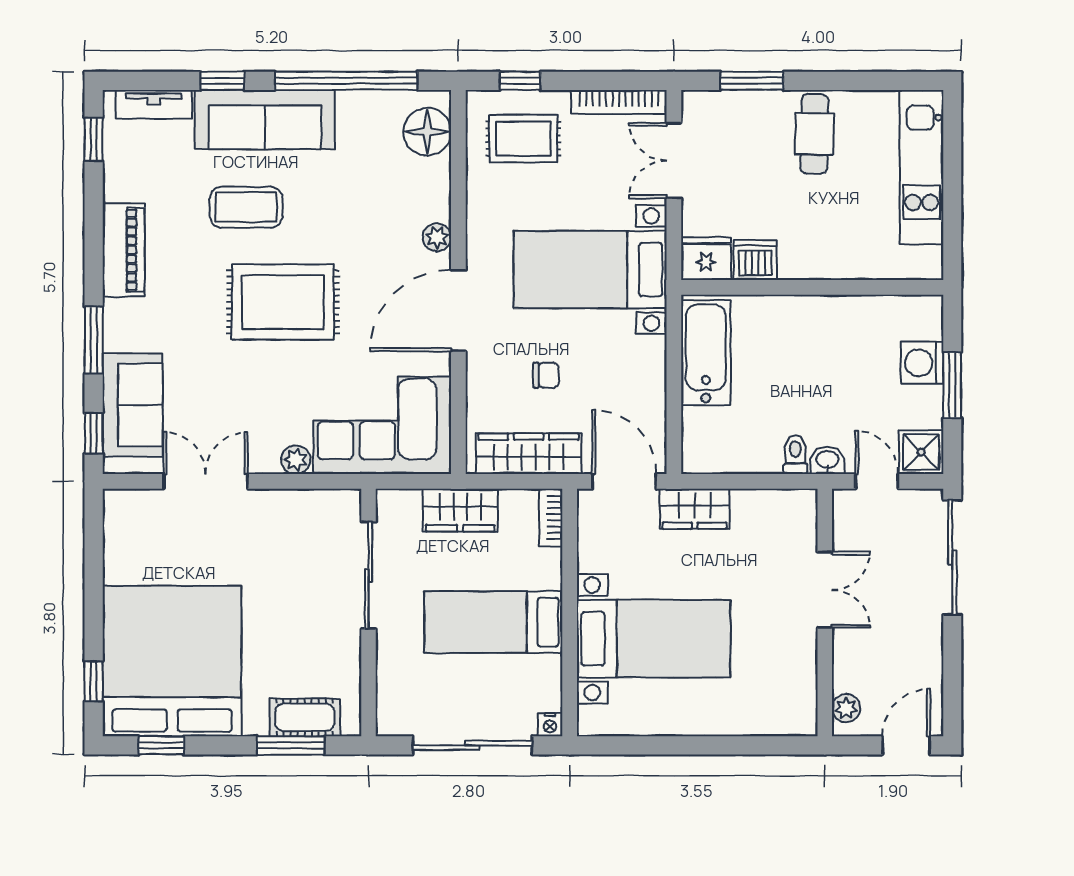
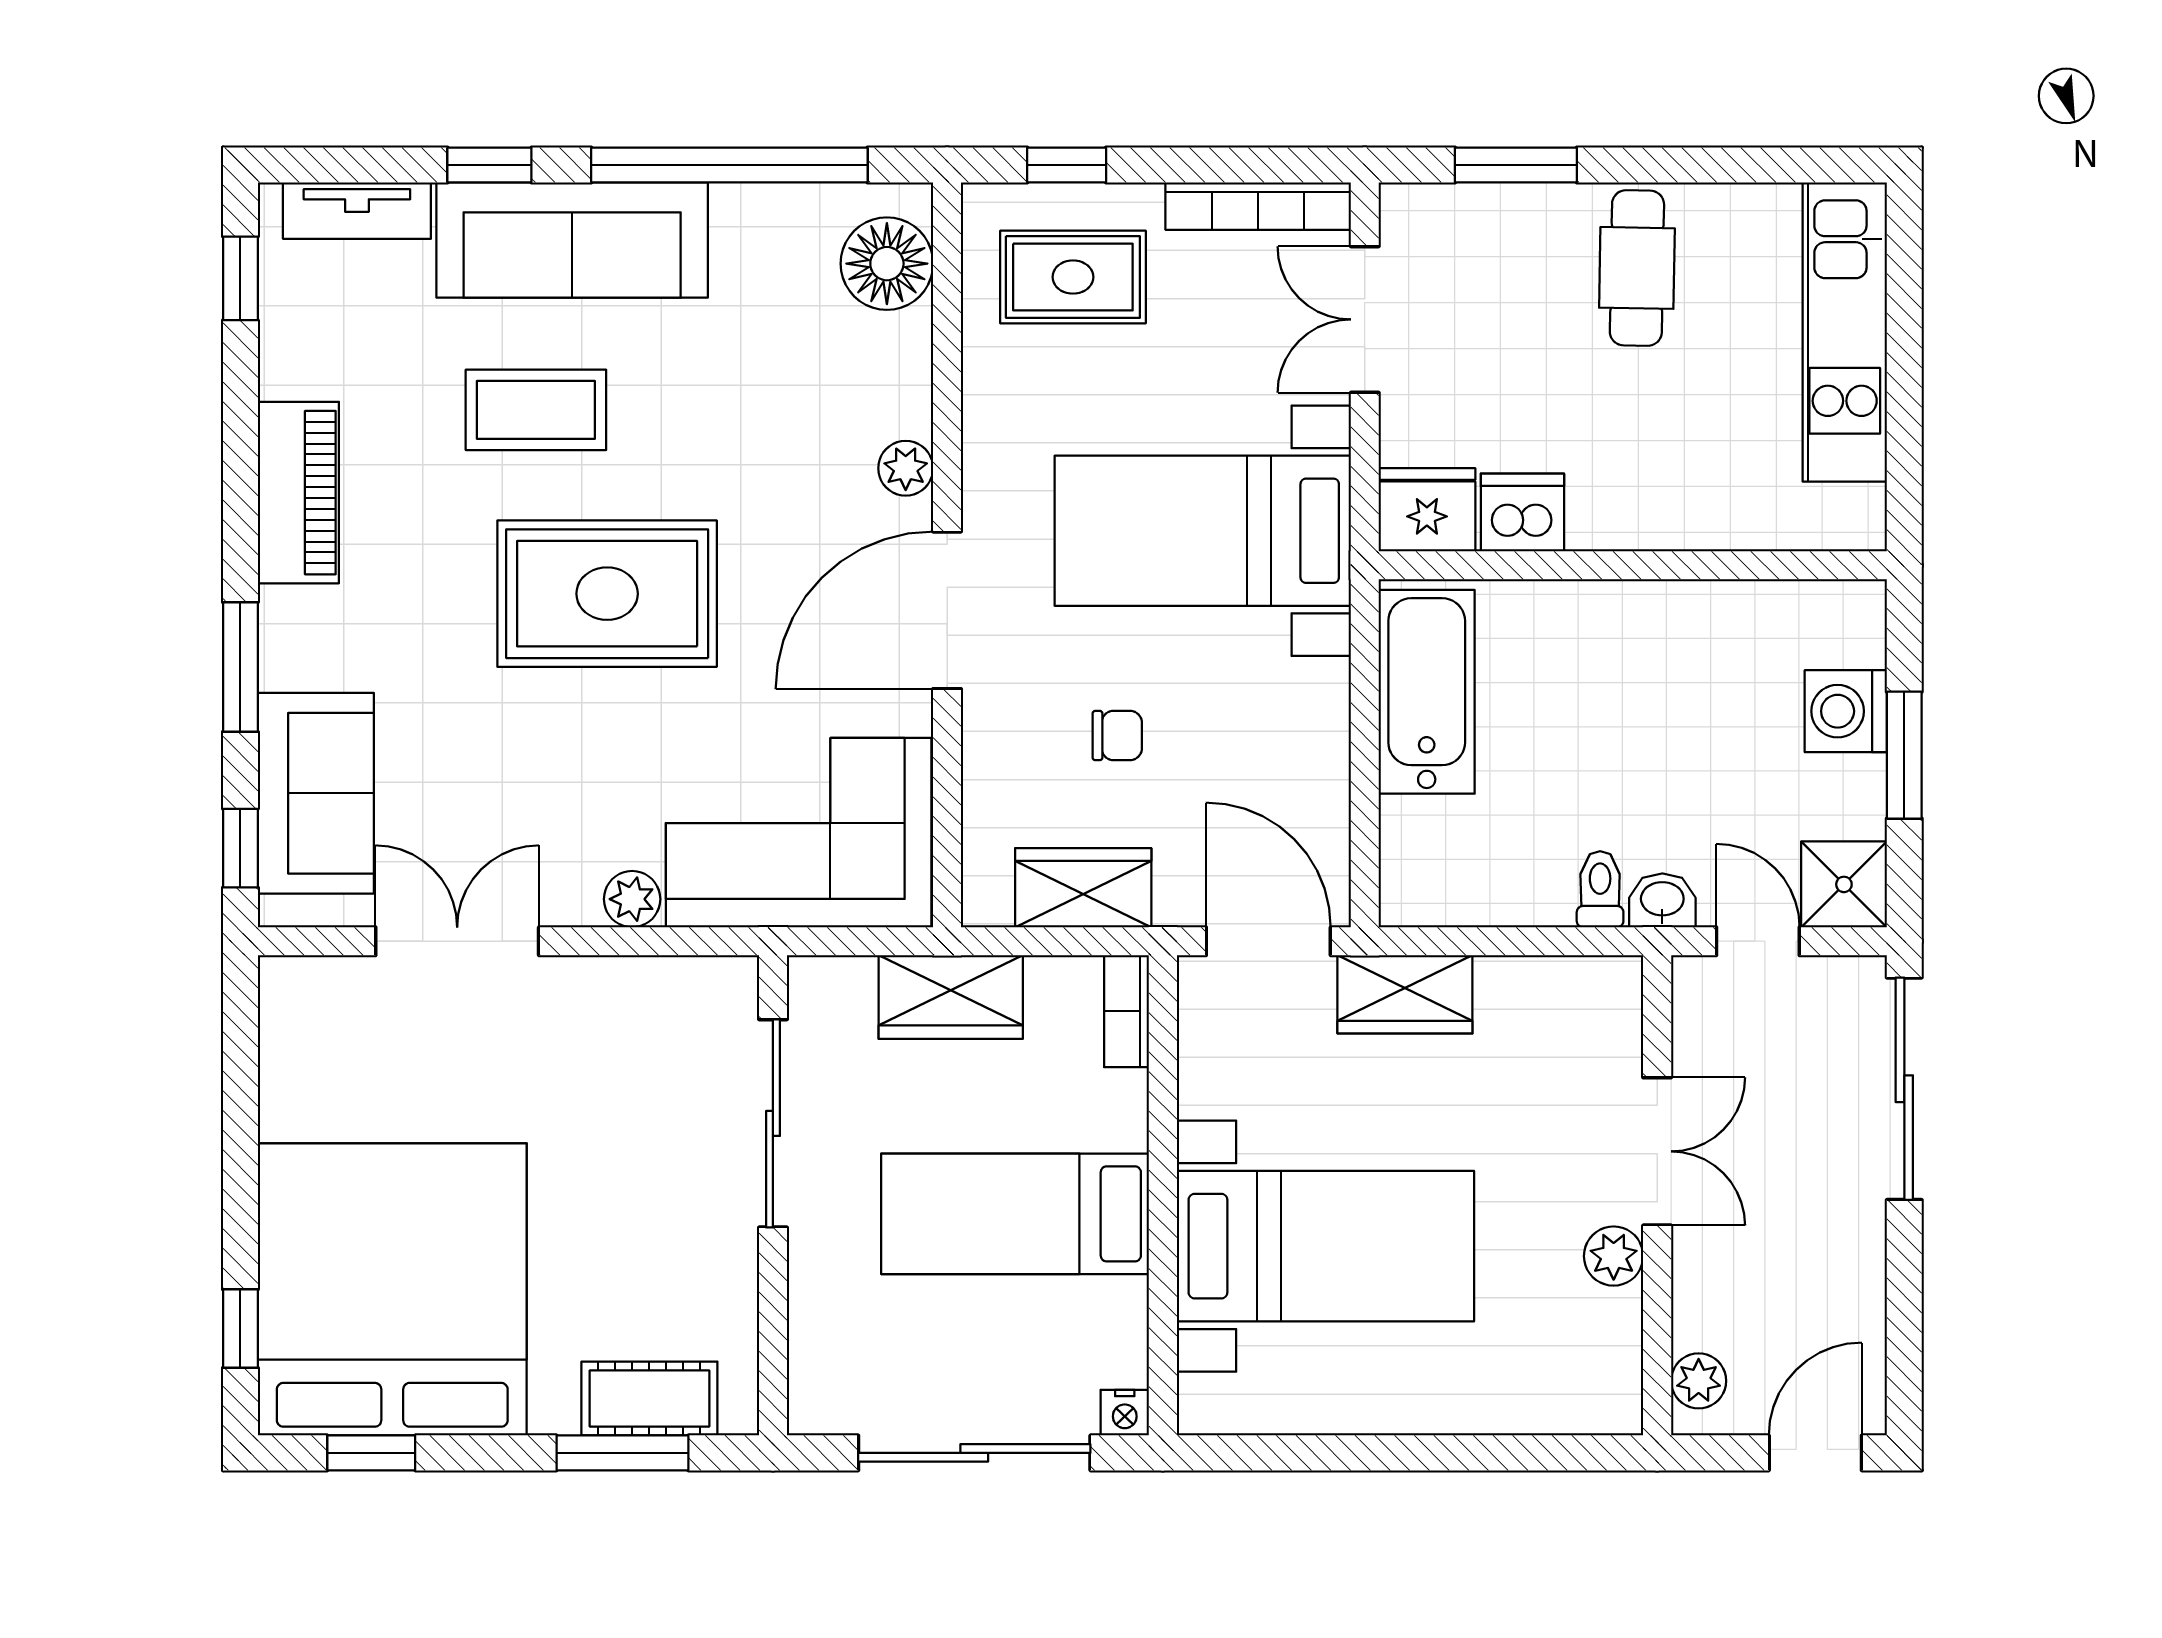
wardrobe: (529, 454) -> (1083, 888), width x0.67
plant: (802, 644) -> (1614, 1256), added

